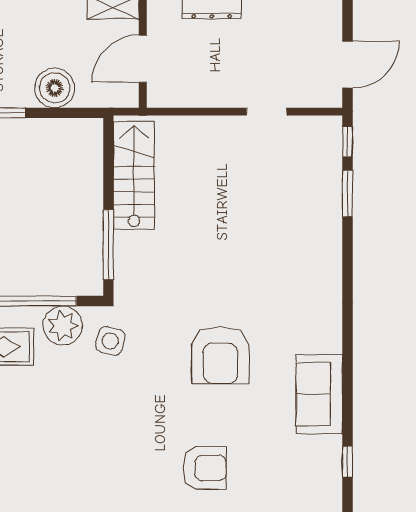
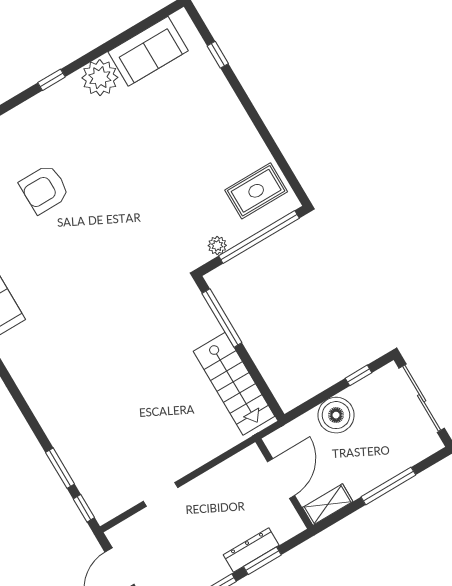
plant: (63, 326) -> (217, 245), width x0.53, depth x0.53
side table: (110, 341) -> (176, 244), removed
armchair: (220, 355) -> (84, 284), removed

